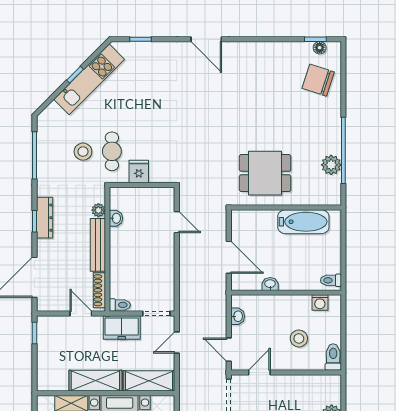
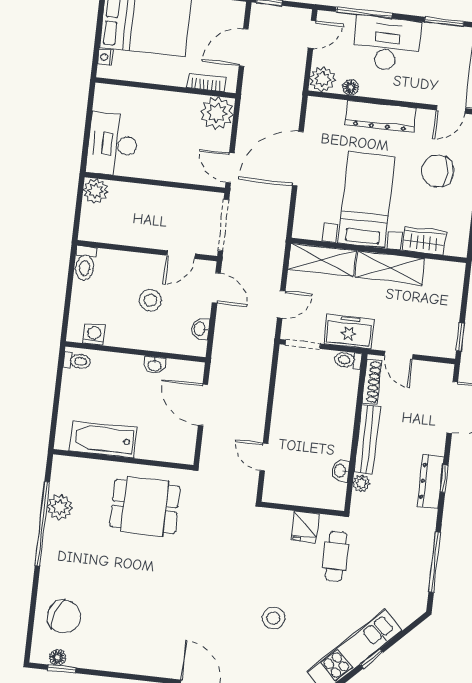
stool: (83, 152) -> (273, 618), moved
stool: (299, 338) -> (150, 300), moved

